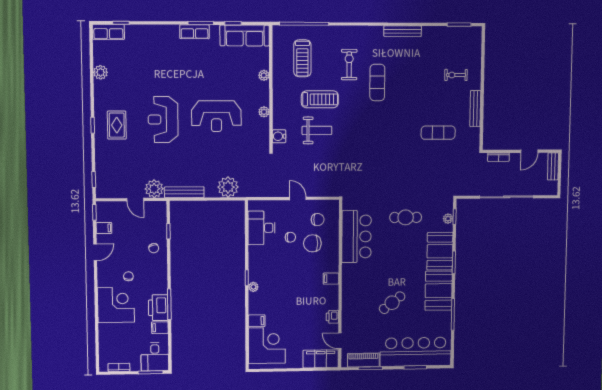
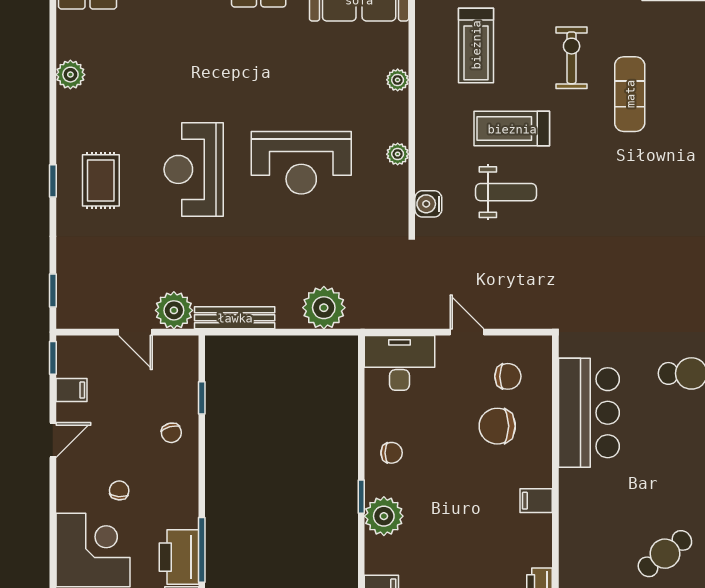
treadmill: (320, 99) -> (512, 129), turned 180
desk: (261, 228) -> (400, 363), moved, turned 90
chair: (290, 237) -> (392, 453), moved
plant: (253, 287) -> (384, 516), width x1.87, depth x1.87

